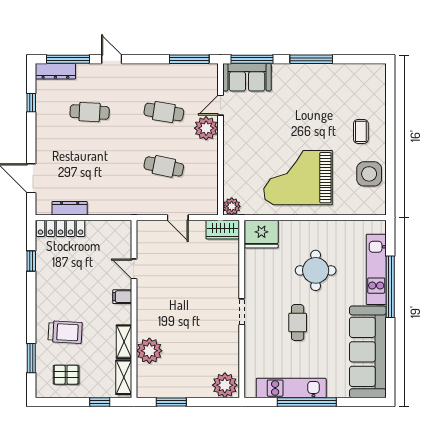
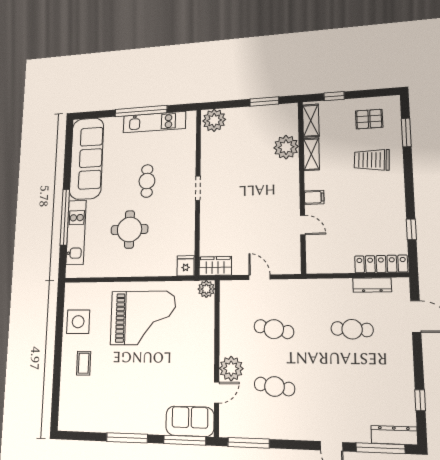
cafe table: (90, 112) -> (352, 329), moved
fridge: (261, 234) -> (186, 266), width x0.53, depth x0.75

